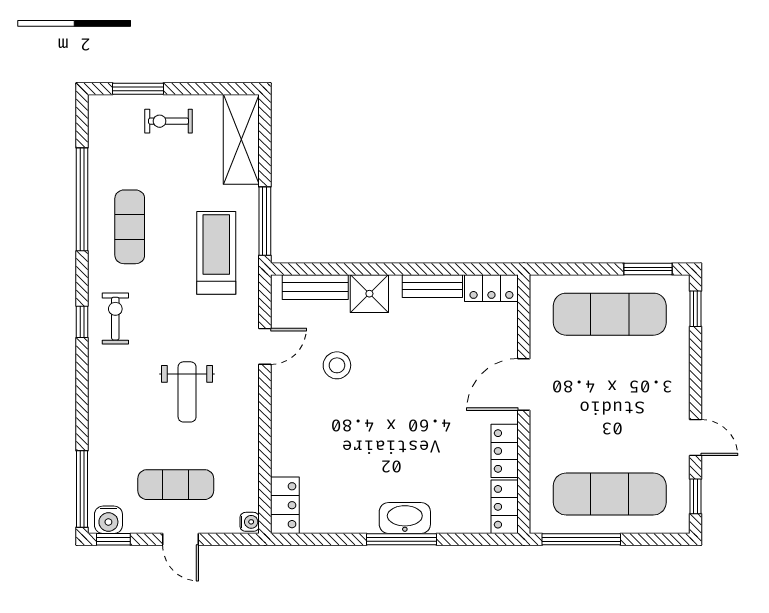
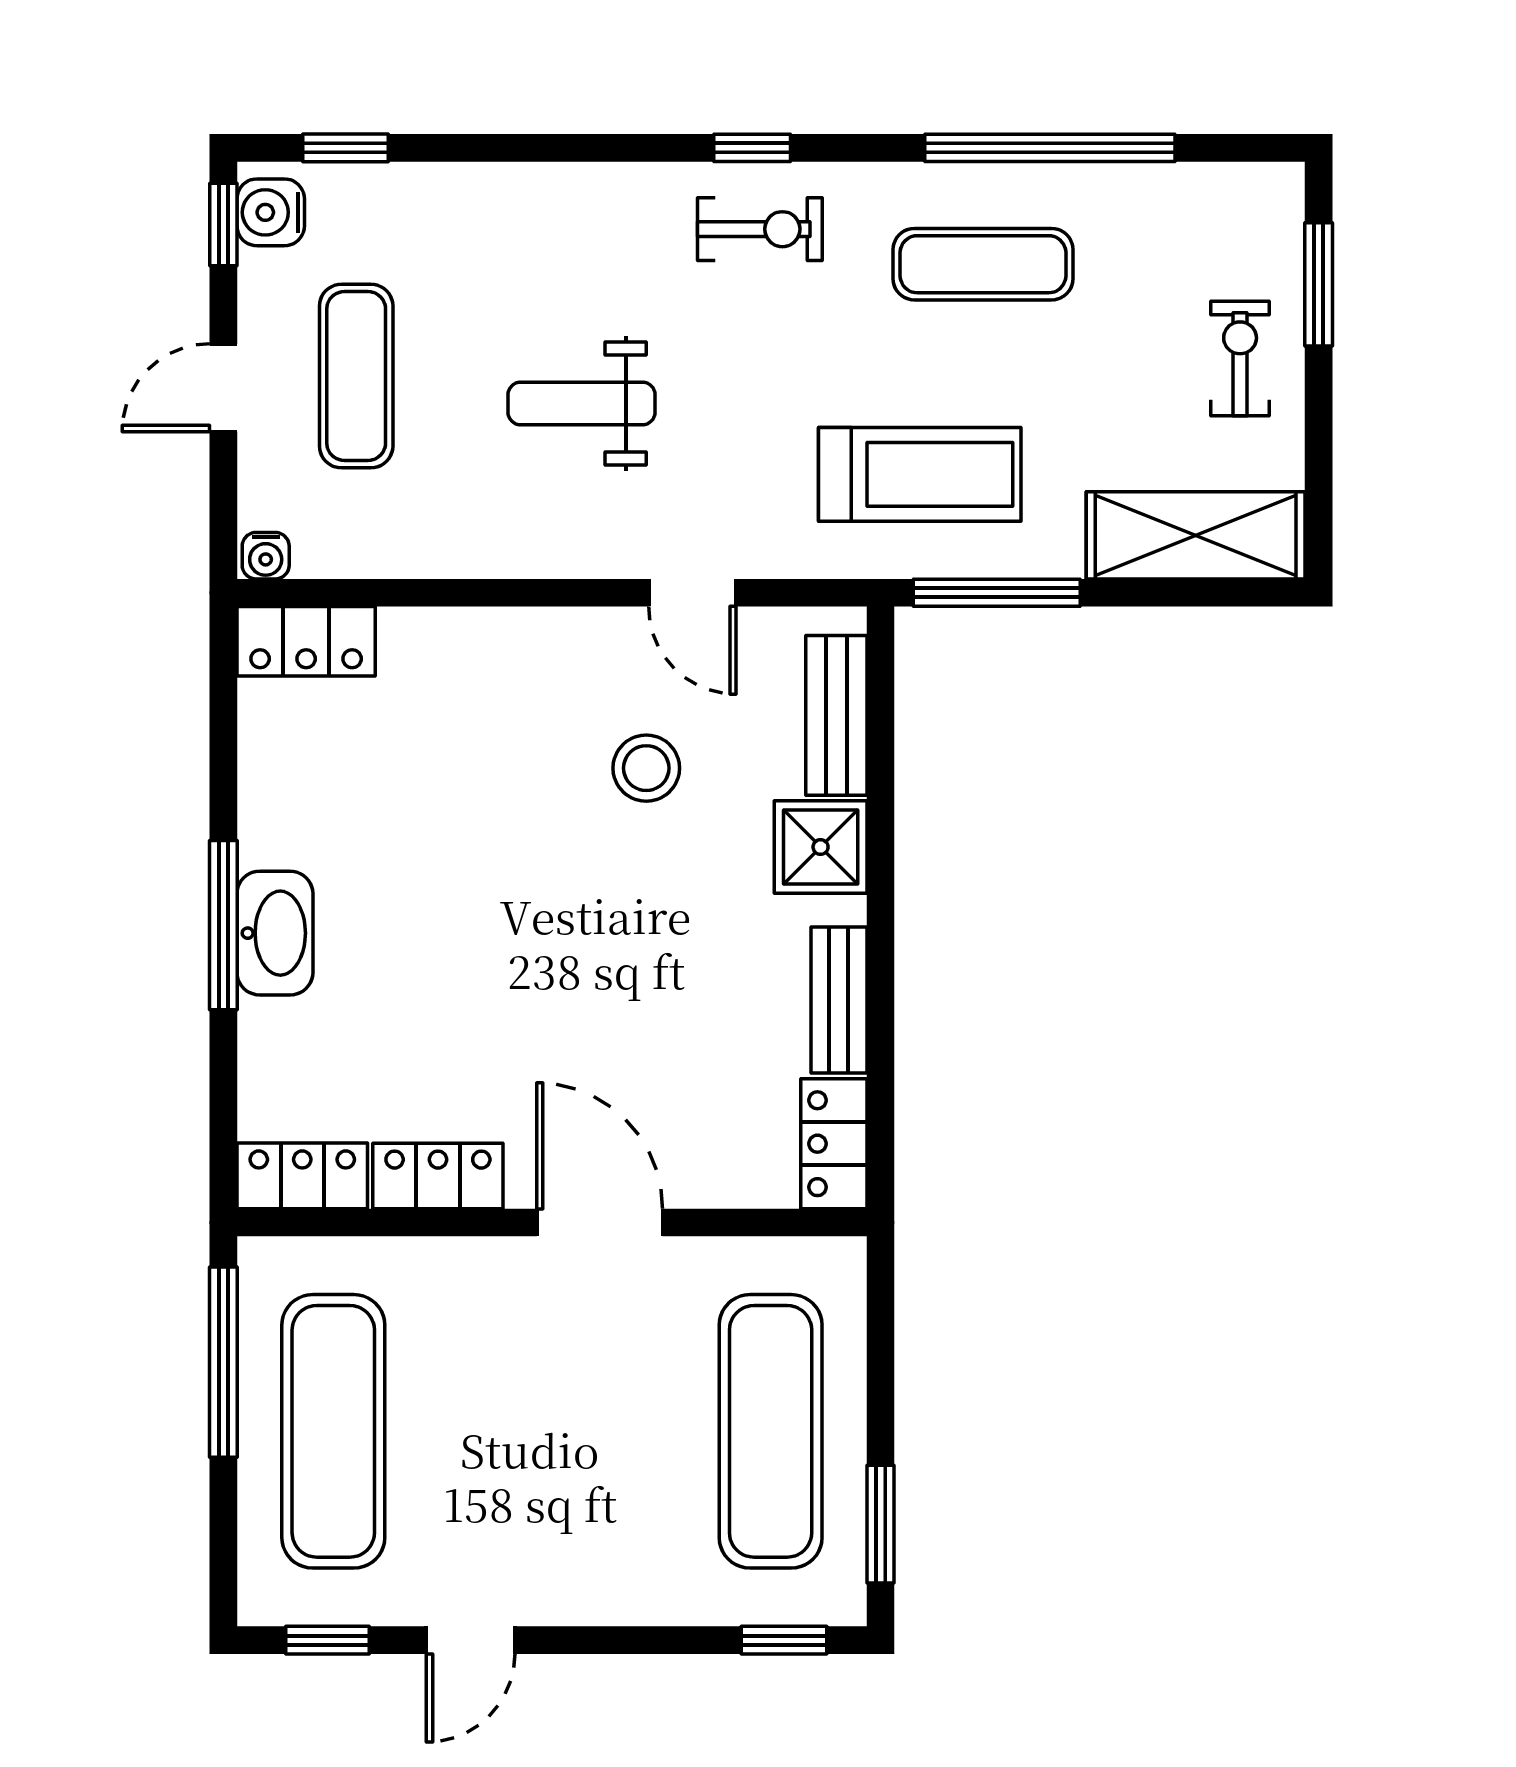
window: (82, 489) -> (346, 148), width x0.46

